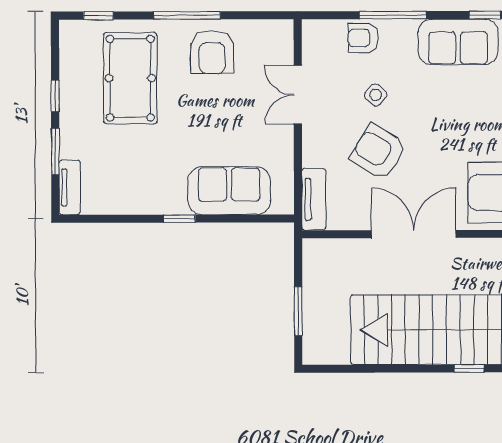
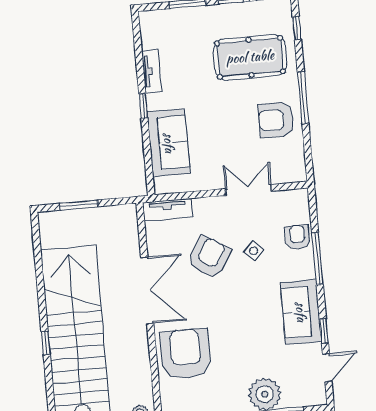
tv unit: (70, 187) -> (152, 71), moved, turned -90

